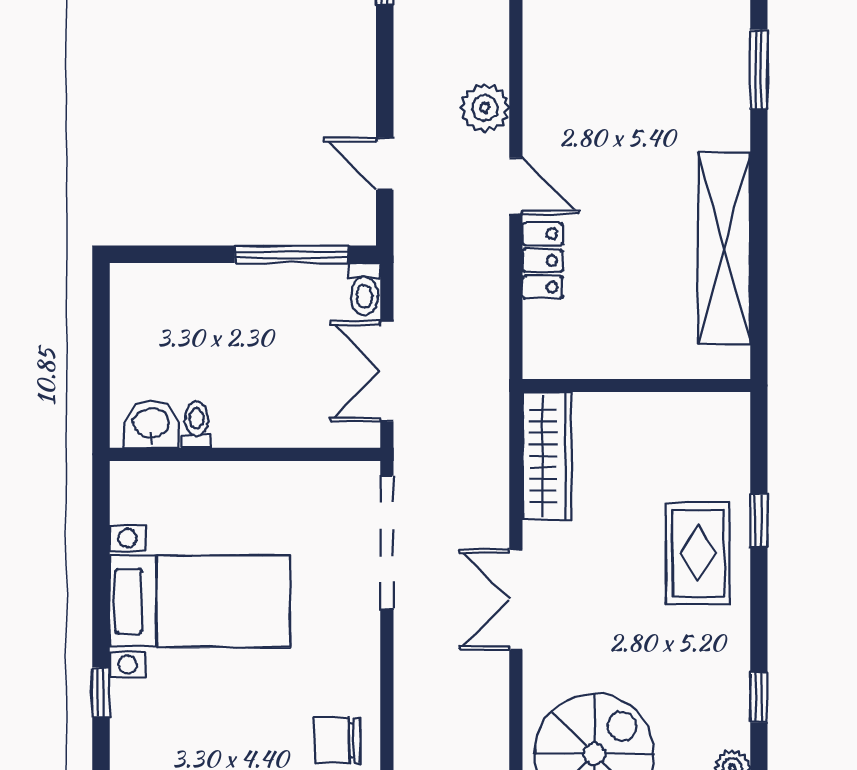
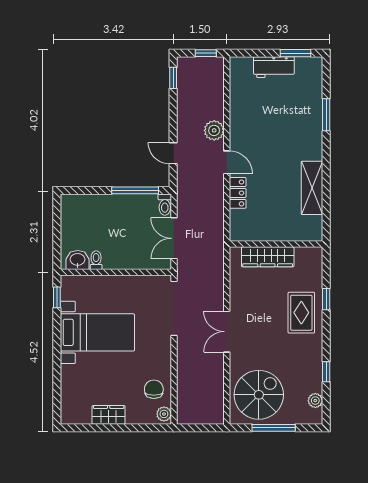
shelving: (724, 248) -> (312, 188), width x0.68
wardrobe: (547, 456) -> (268, 257), moved, turned 90
window: (101, 693) -> (57, 297), moved
chair: (338, 740) -> (154, 389), turned 90

